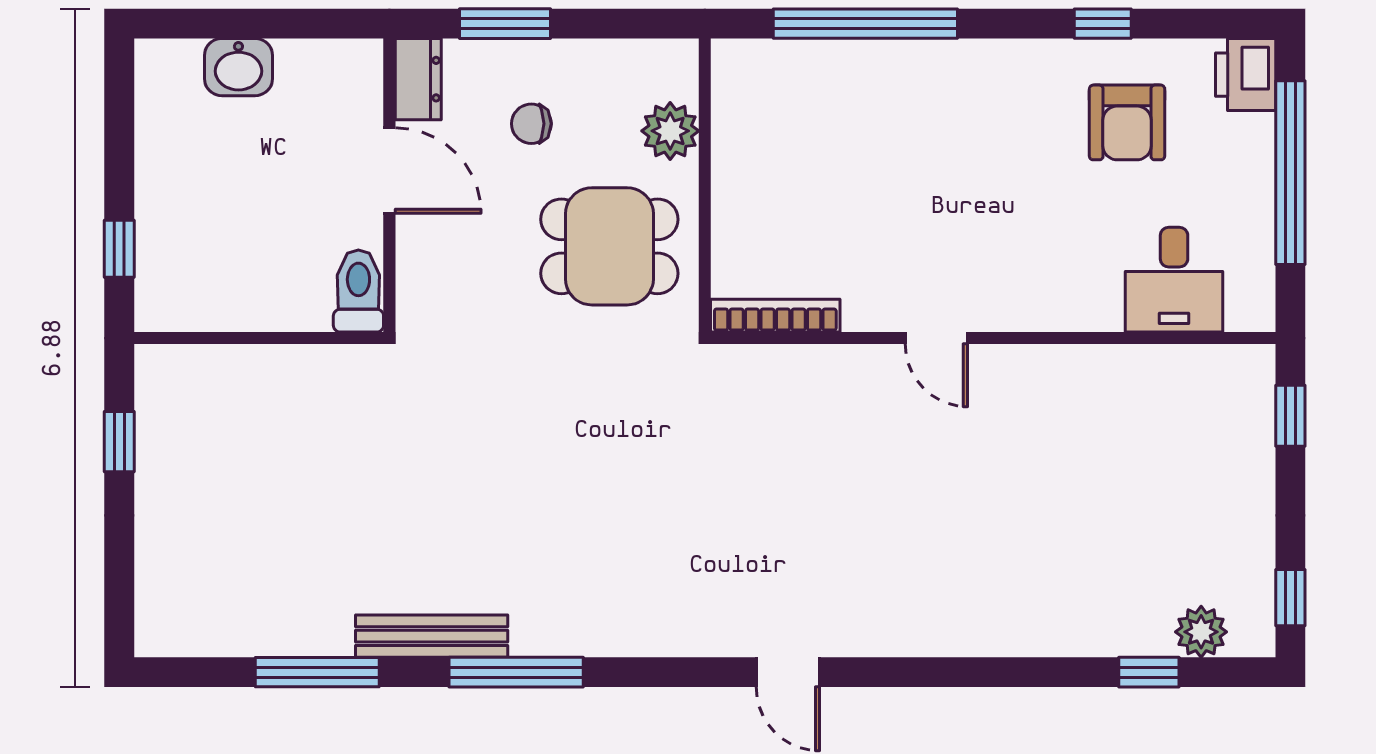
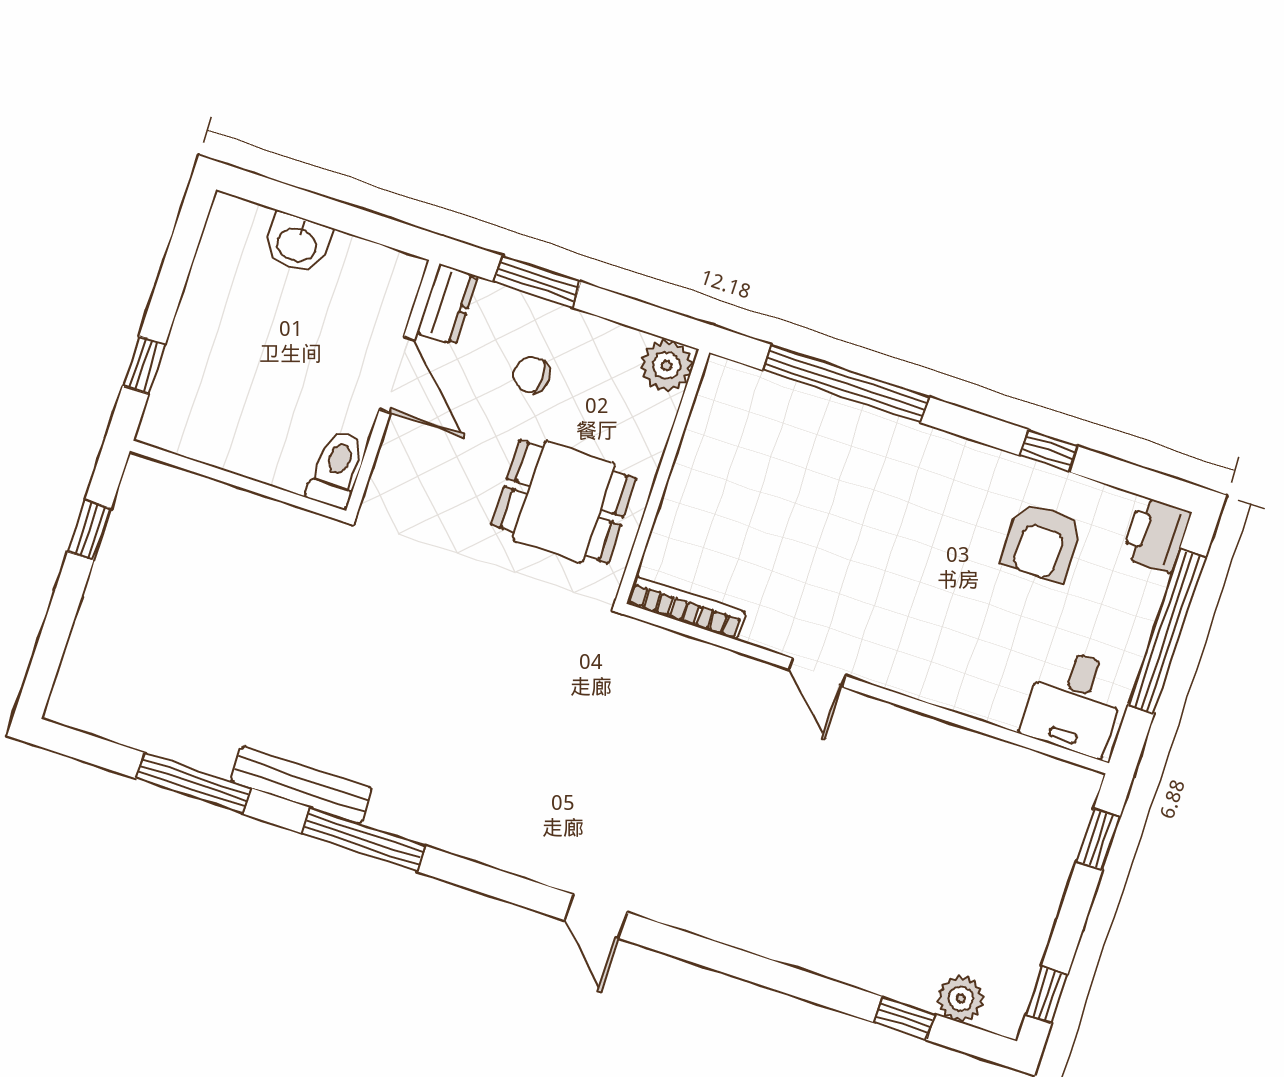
plant: (670, 131) -> (666, 366), moved
desk: (1174, 280) -> (1074, 702), moved

